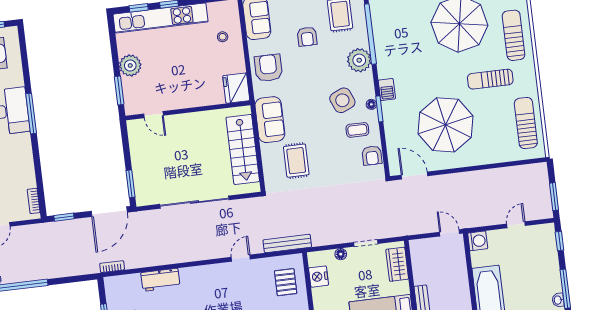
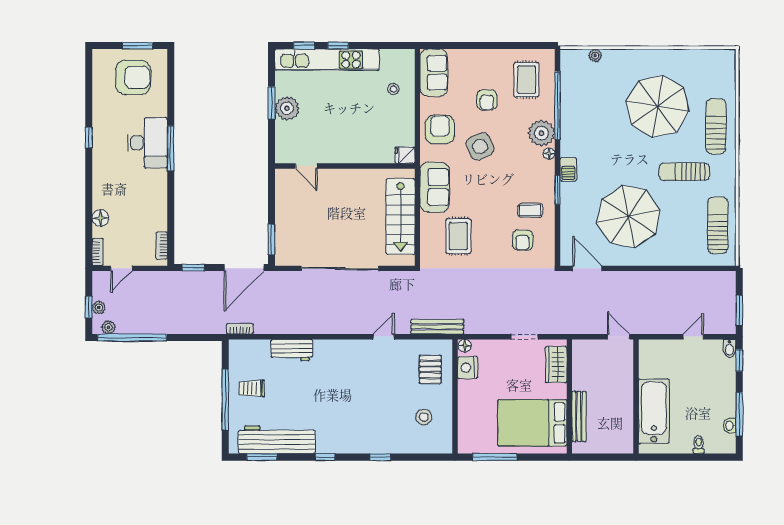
fridge: (236, 88) -> (405, 155), width x0.53, depth x0.75
window: (119, 90) -> (271, 103), moved
side table: (342, 100) -> (480, 146), moved
floor lamp: (371, 104) -> (549, 154), moved
armchair: (372, 156) -> (523, 240), moved
bidet: (549, 231) -> (729, 348), added
washing machine: (478, 241) -> (649, 349), removed
floor lamp: (341, 254) -> (465, 346), moved

